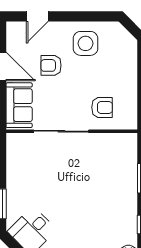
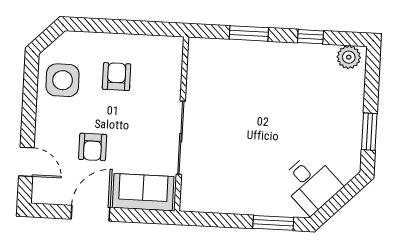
side table: (86, 43) -> (63, 80), moved
armchair: (102, 107) -> (117, 77), moved

